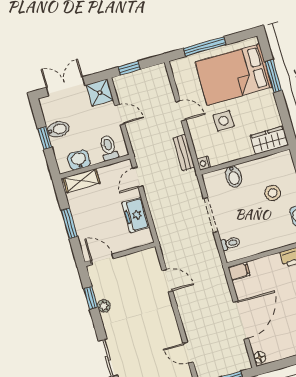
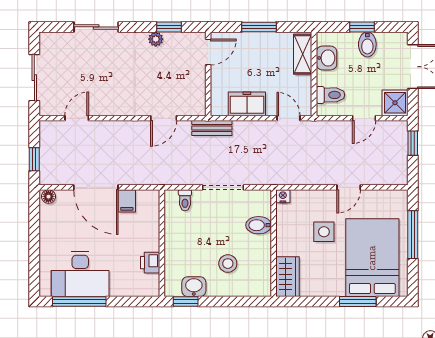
bench: (184, 153) -> (212, 128), moved
filing cabinet: (239, 271) -> (127, 201), moved

